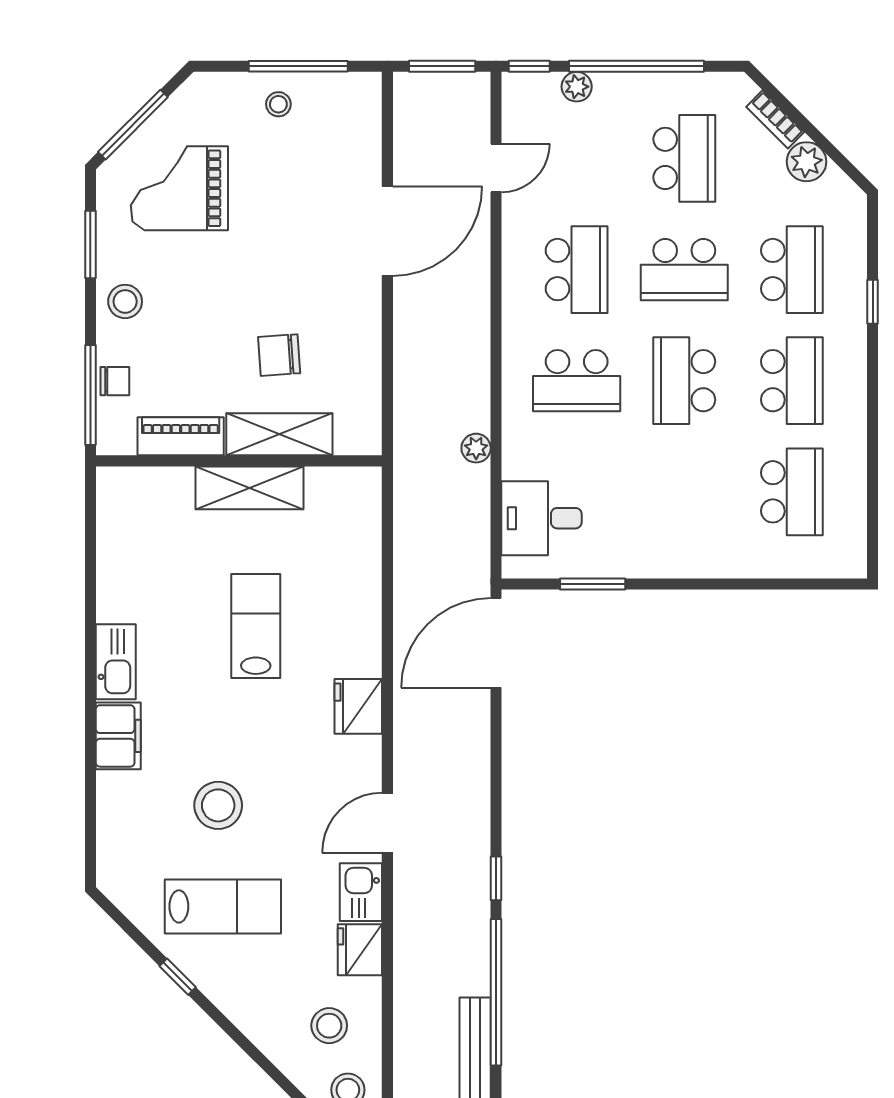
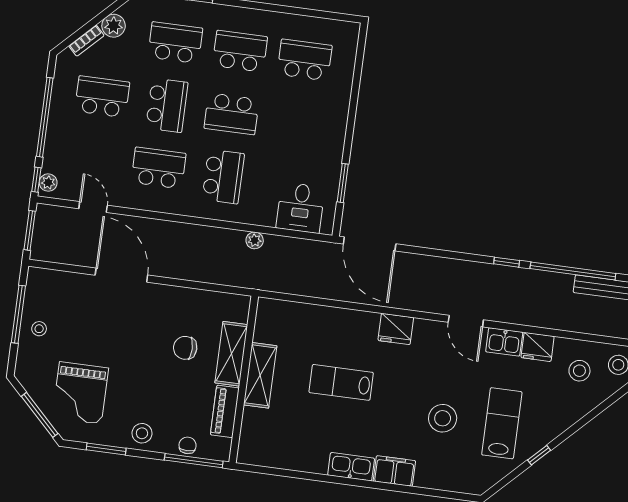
plant: (577, 87) -> (48, 183), moved
chair: (279, 355) -> (185, 348), turned 94

